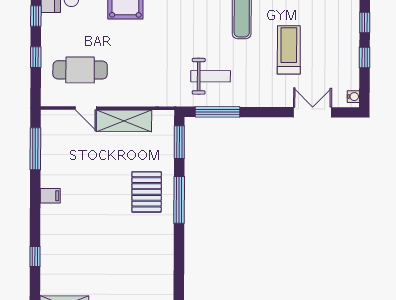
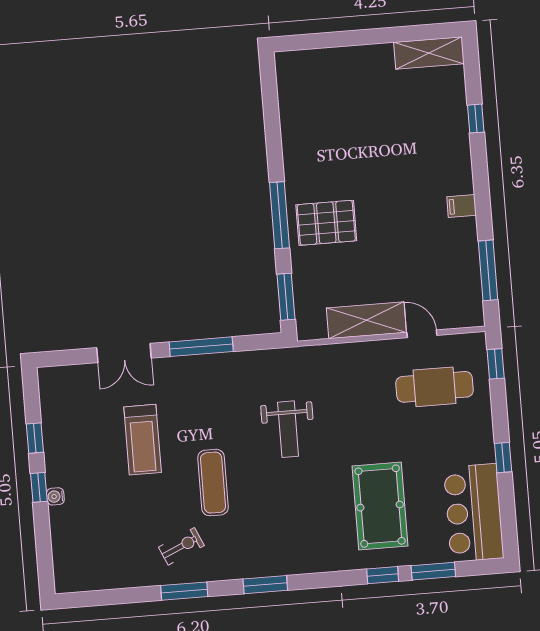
window: (36, 57) -> (496, 364), moved
weight bench: (211, 76) -> (288, 429), moved, turned -90
water cooler: (353, 97) -> (55, 496), moved
window: (218, 112) -> (201, 347), moved
double door: (313, 112) -> (124, 353), moved
pallet: (147, 192) -> (326, 223), turned 90

